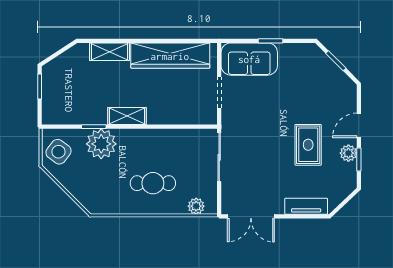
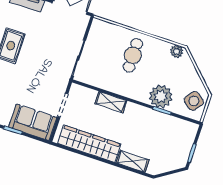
shelving: (127, 116) -> (111, 102), moved
cafe table: (153, 183) -> (133, 55), turned 90
plant: (196, 206) -> (177, 51), moved

